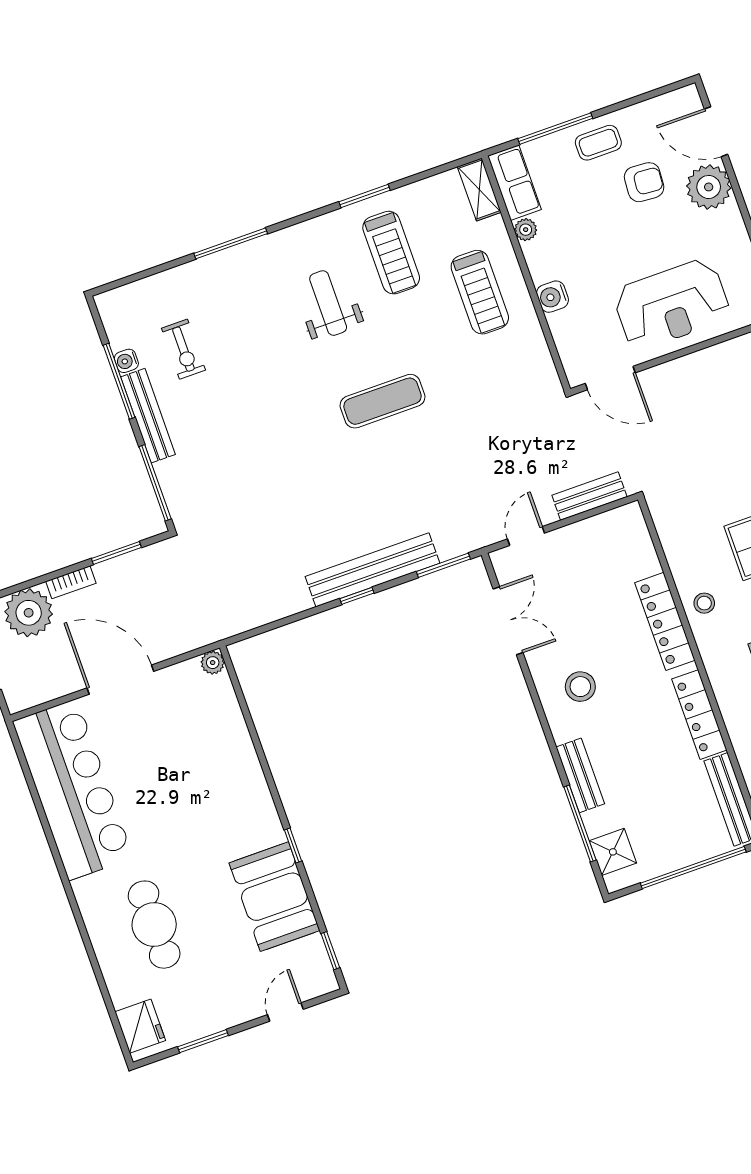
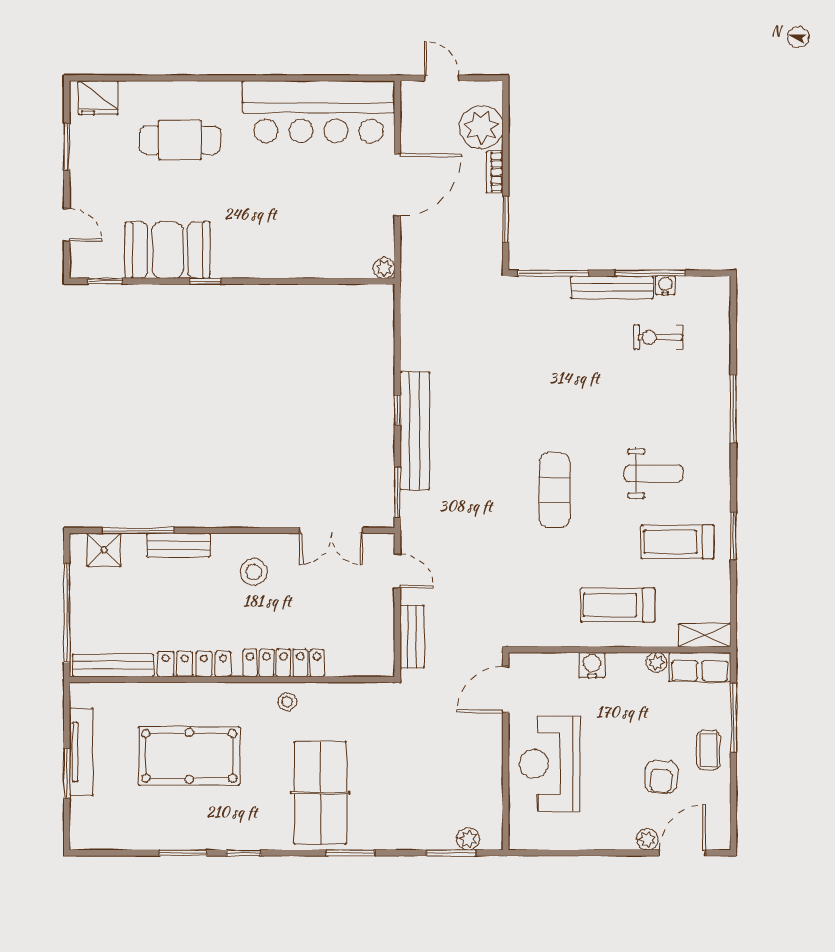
plant: (709, 187) -> (647, 839), width x0.53, depth x0.53

